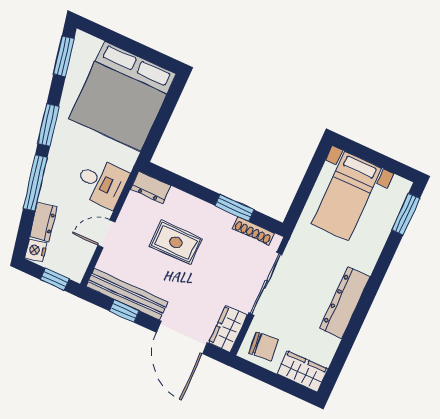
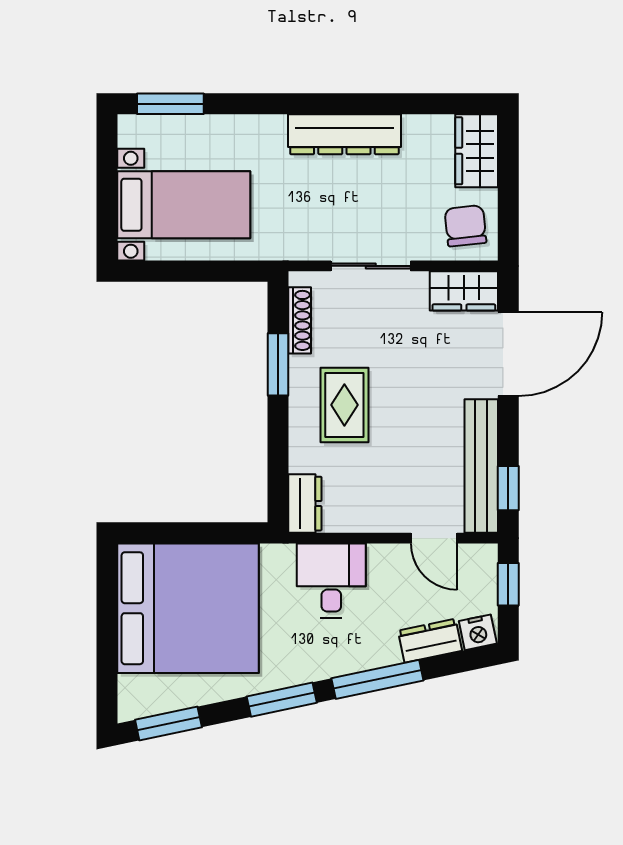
door: (106, 234) -> (434, 538), moved
rug: (176, 242) -> (344, 405), moved
sliding door: (265, 284) -> (371, 266), width x0.73
window: (124, 311) -> (508, 488), moved

